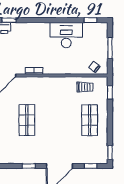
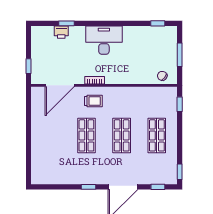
desk: (66, 35) -> (104, 40), moved
trolley: (85, 87) -> (93, 101), moved
shop shelf: (58, 120) -> (122, 135), added

